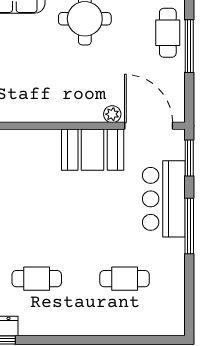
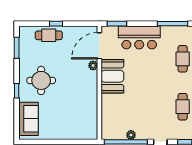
window: (189, 46) -> (56, 24), width x0.46
window: (189, 226) -> (172, 24), moved

